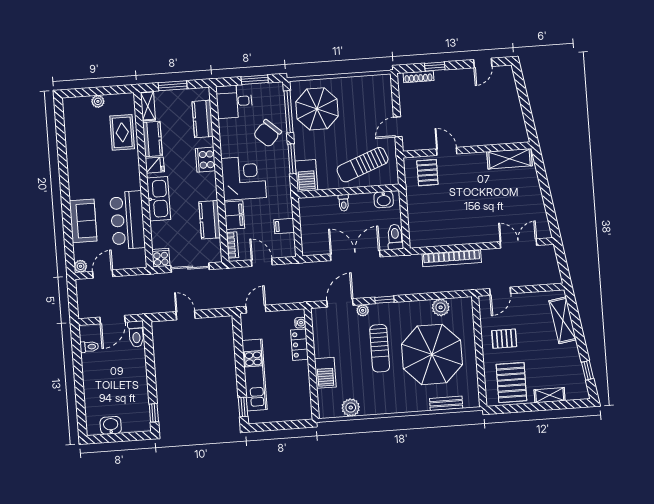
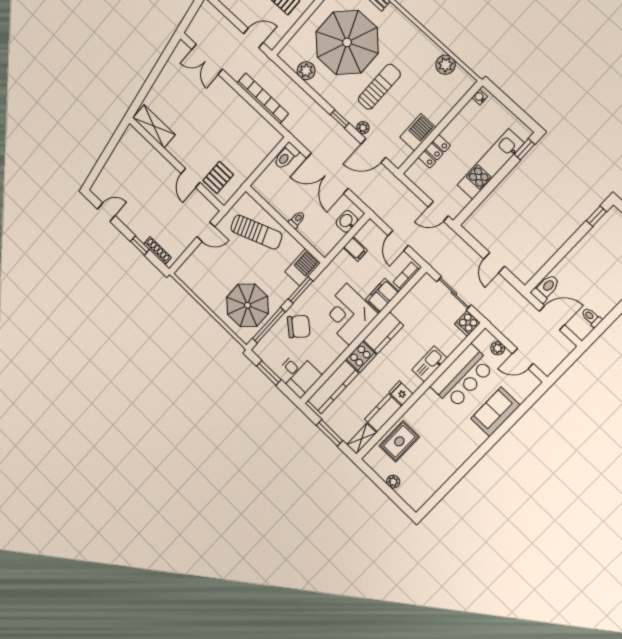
kitchen counter: (203, 119) -> (333, 387), width x1.50
kitchen sink: (159, 199) -> (429, 364), width x0.73, depth x0.81
washbasin: (384, 200) -> (347, 221), moved, turned -90
kitchen counter: (210, 220) -> (383, 333), moved
plant: (81, 266) -> (498, 348), moved
water cooler: (300, 323) -> (480, 97), moved
barbecue: (325, 373) -> (418, 132), moved

